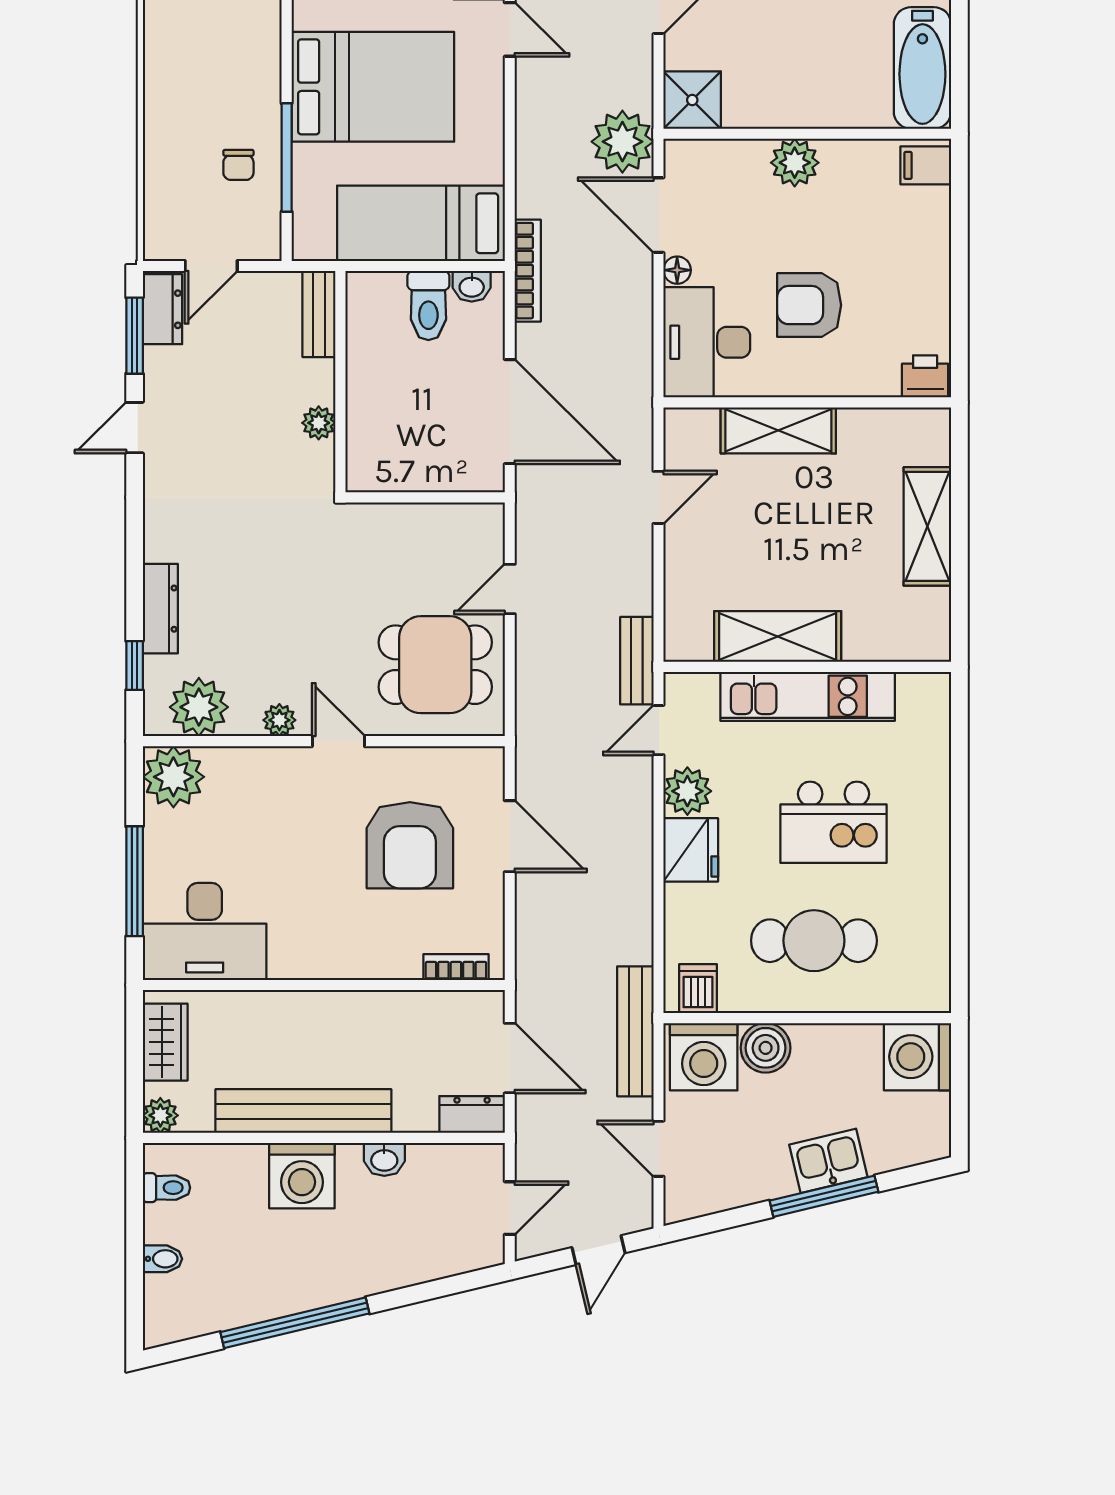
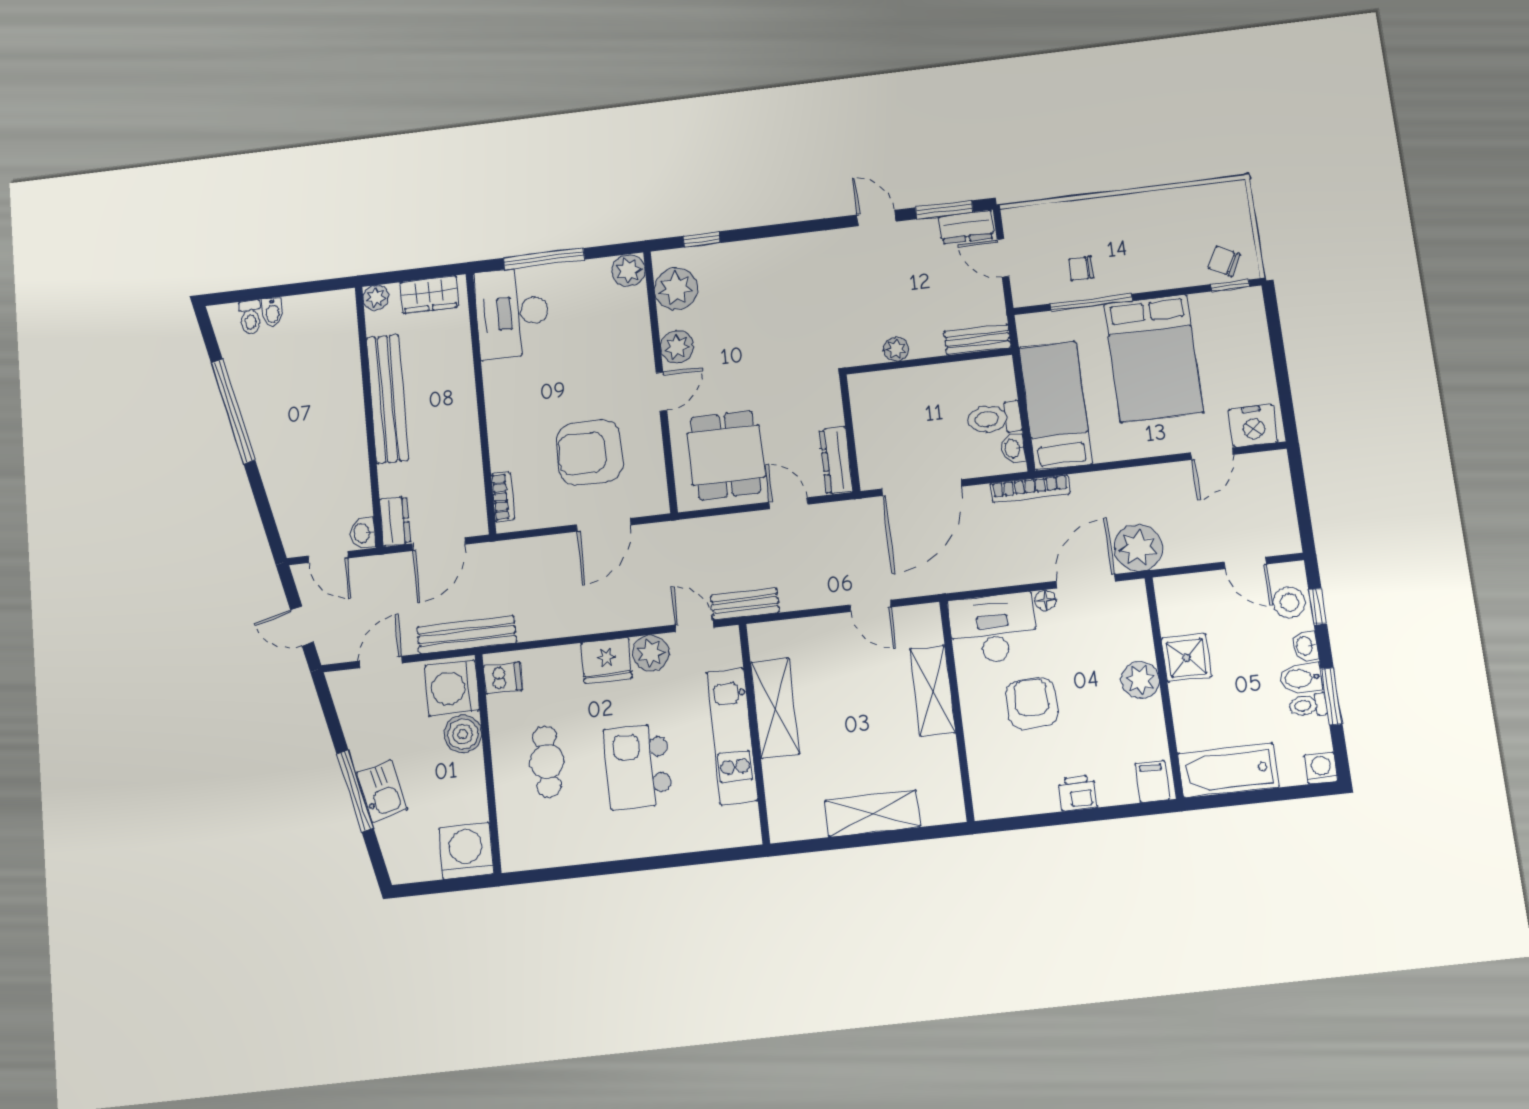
shower: (692, 100) -> (1186, 658), moved
printer: (925, 376) -> (1078, 793), moved, turned -90
dresser: (160, 609) -> (836, 461), moved, turned 90
plant: (279, 720) -> (677, 347), width x1.38, depth x1.38
plant: (173, 777) -> (628, 270), width x0.73, depth x0.73
cafe table: (814, 941) -> (547, 762), width x0.73, depth x0.74
washbasin: (384, 1159) -> (362, 533), moved
washing machine: (302, 1176) -> (340, 404), removed
toilet: (166, 1188) -> (250, 317), moved

